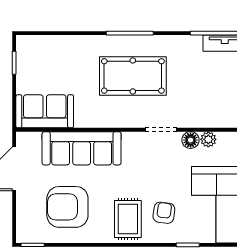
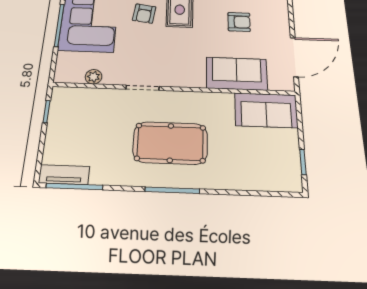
floor lamp: (191, 140) -> (112, 77), removed
sofa: (82, 148) -> (237, 74), width x0.73
armchair: (67, 207) -> (239, 22), width x0.53, depth x0.53

